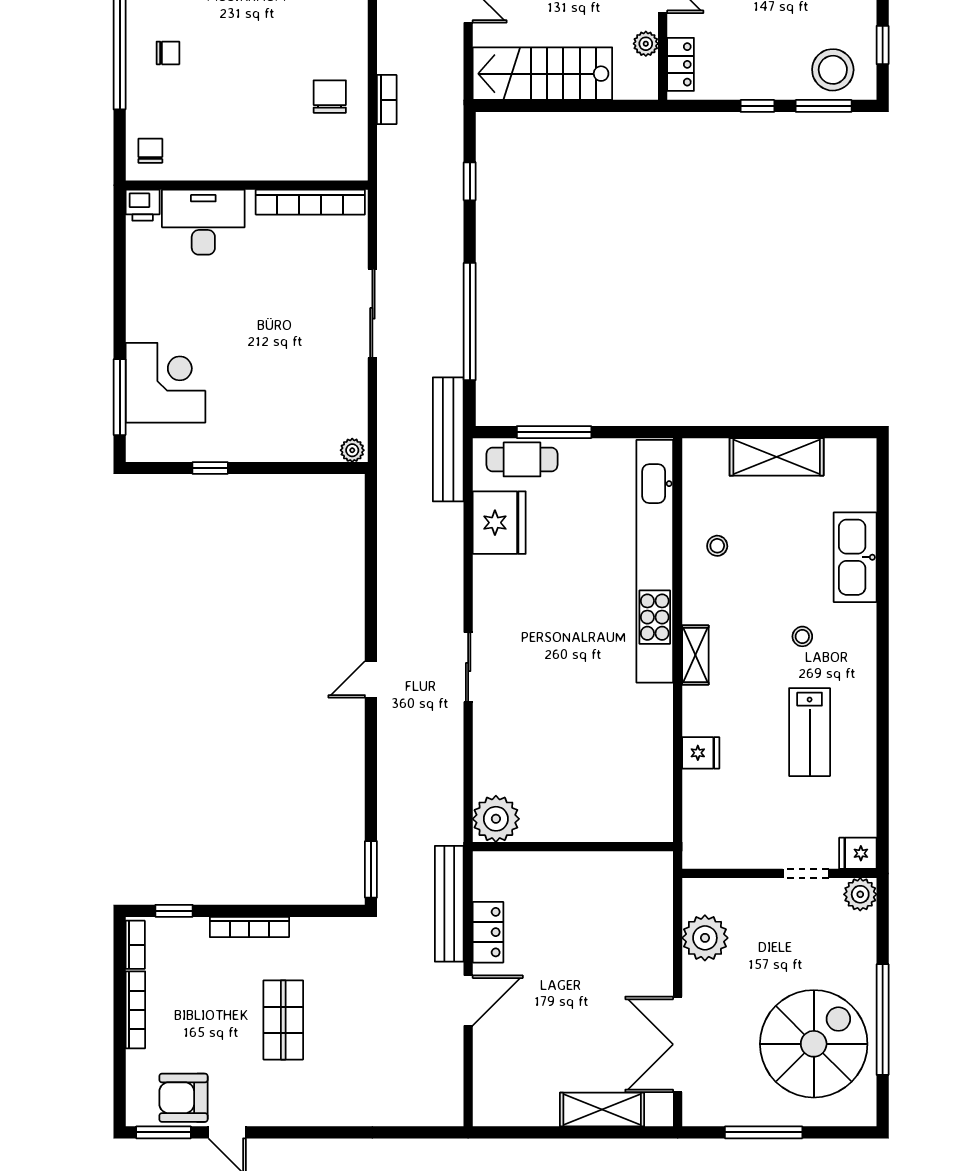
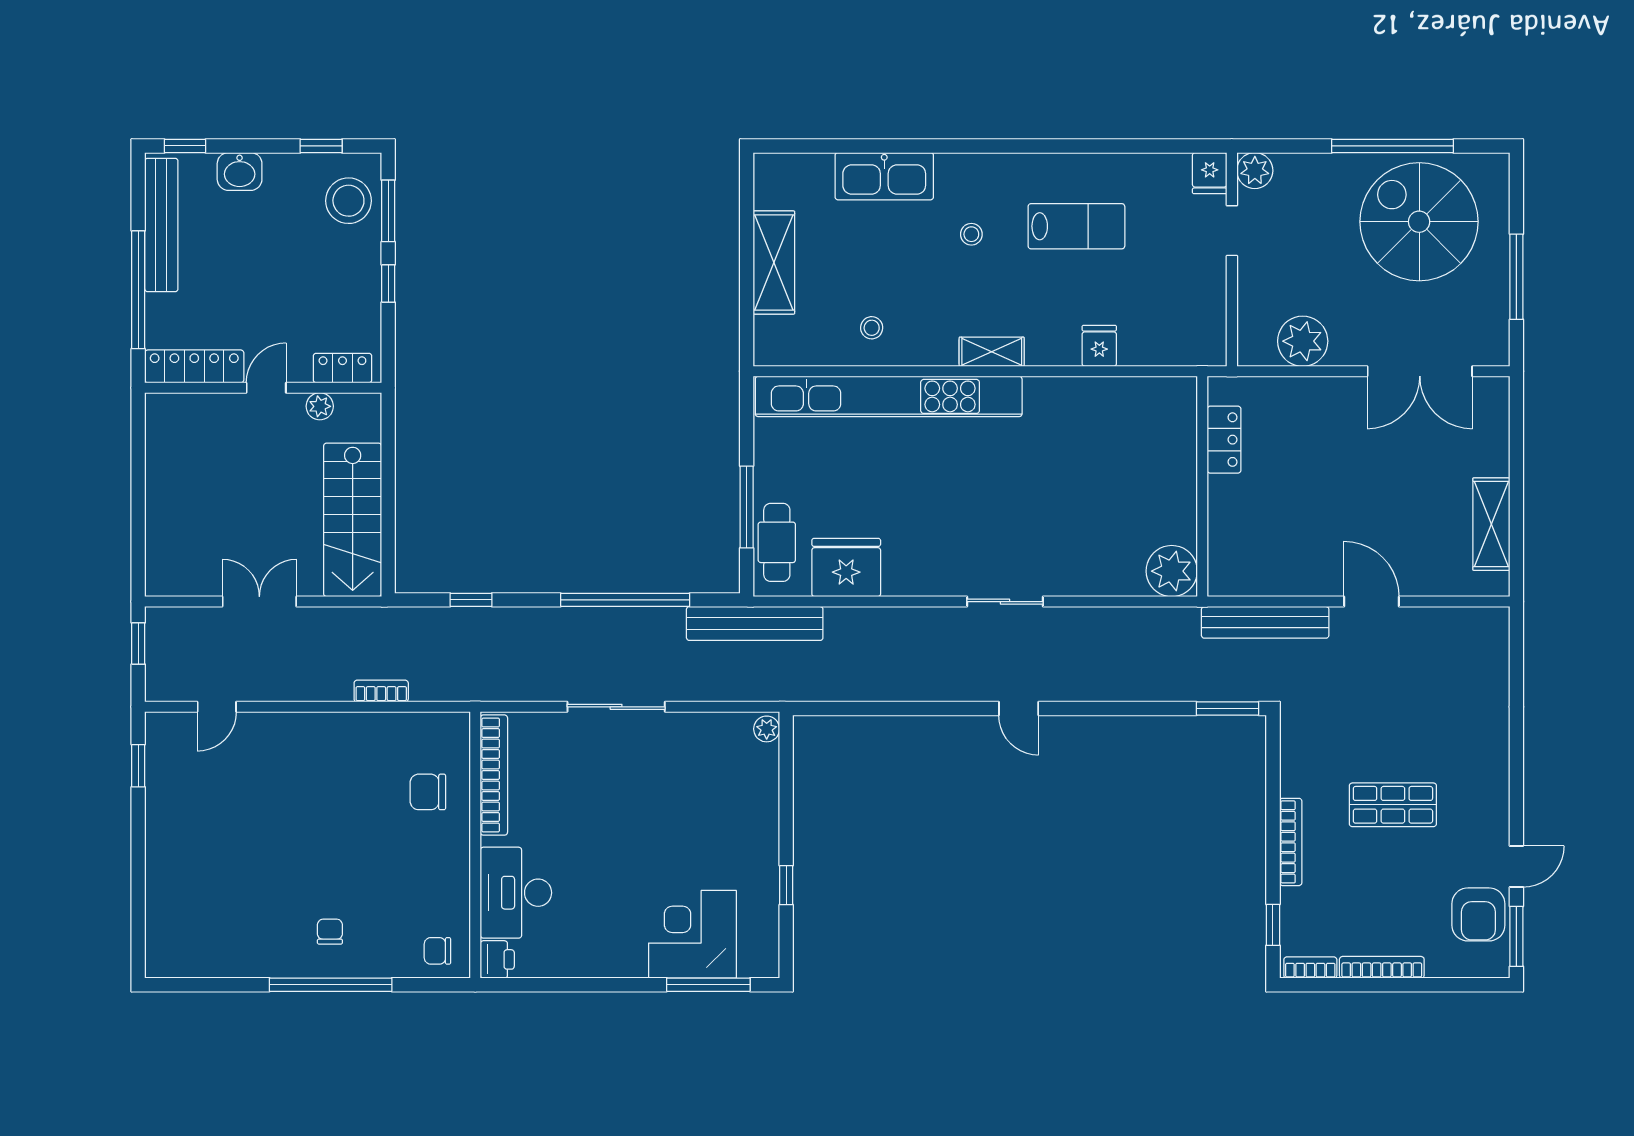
chair: (330, 97) -> (428, 792), moved
locker: (488, 932) -> (1224, 440), moved, turned 90
shelving: (602, 1109) -> (1491, 524), moved

